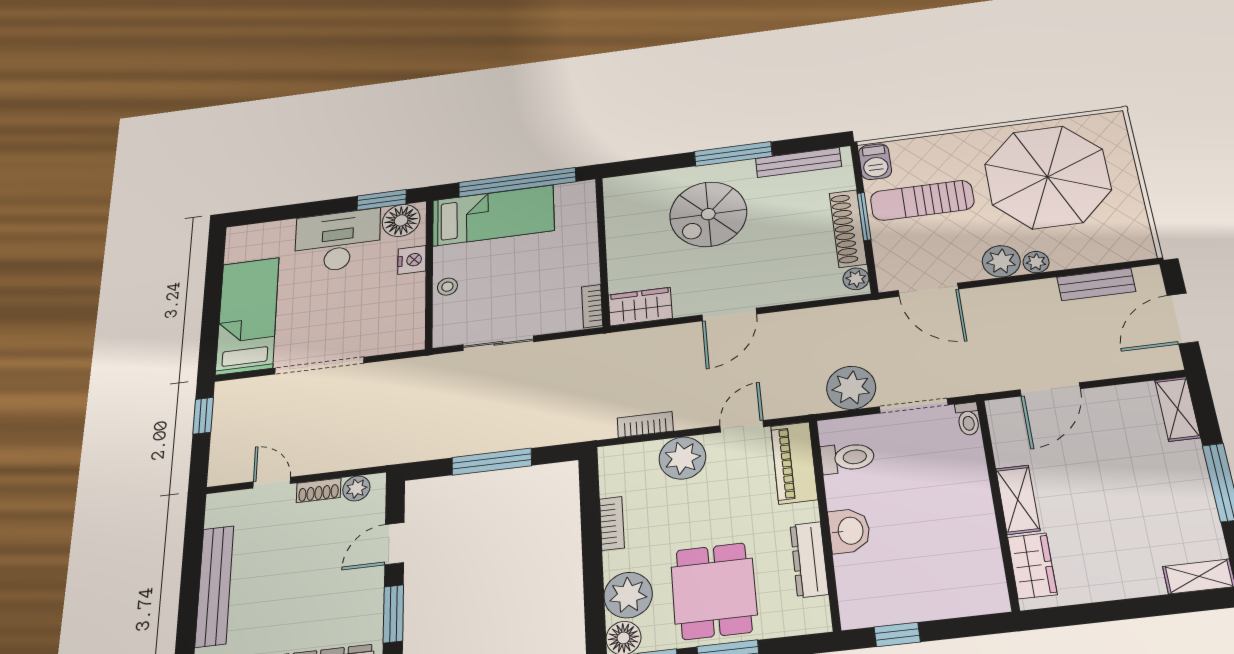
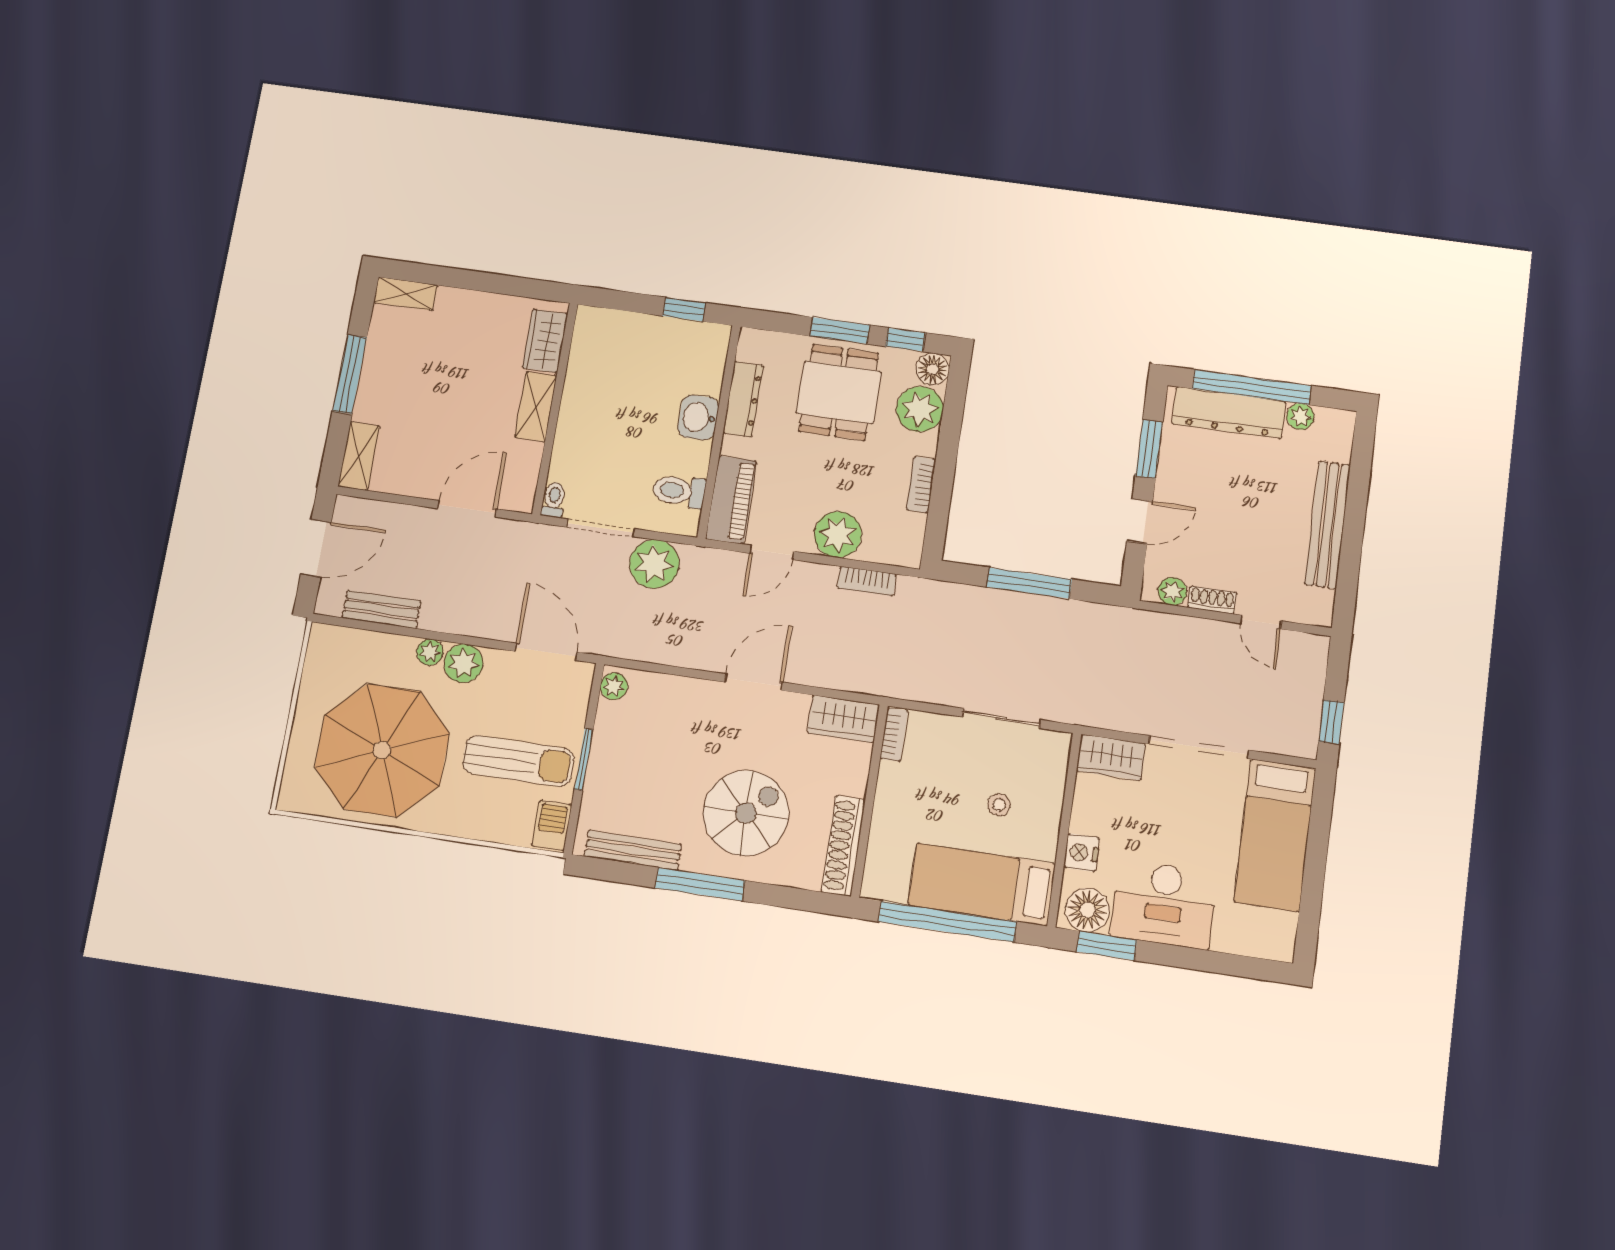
shoe rack: (848, 228) -> (843, 846), moved, turned 180
stool: (447, 287) -> (999, 805), moved
wardrobe: (396, 338) -> (1111, 757), added

